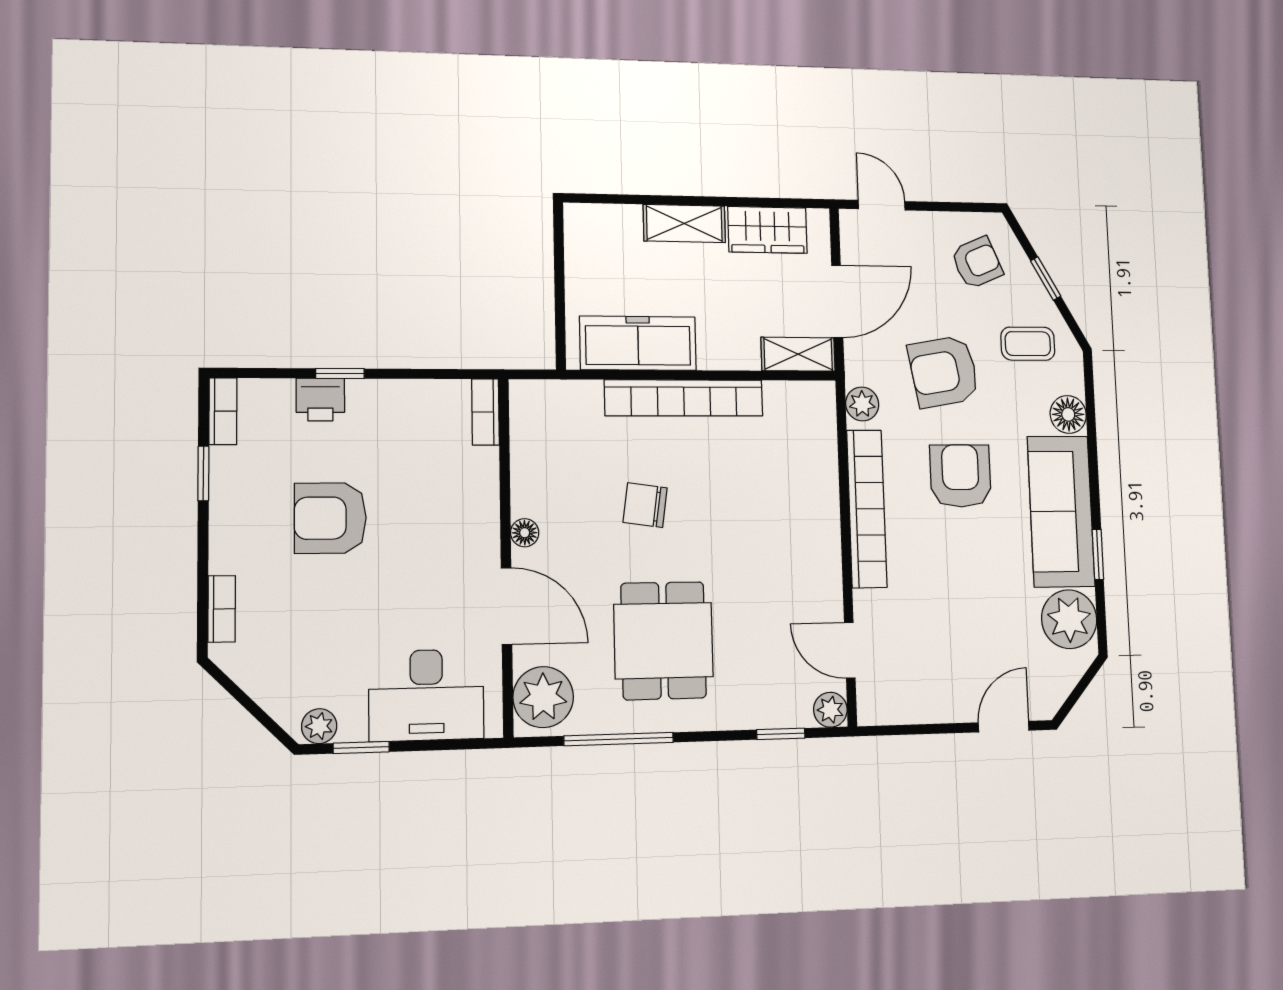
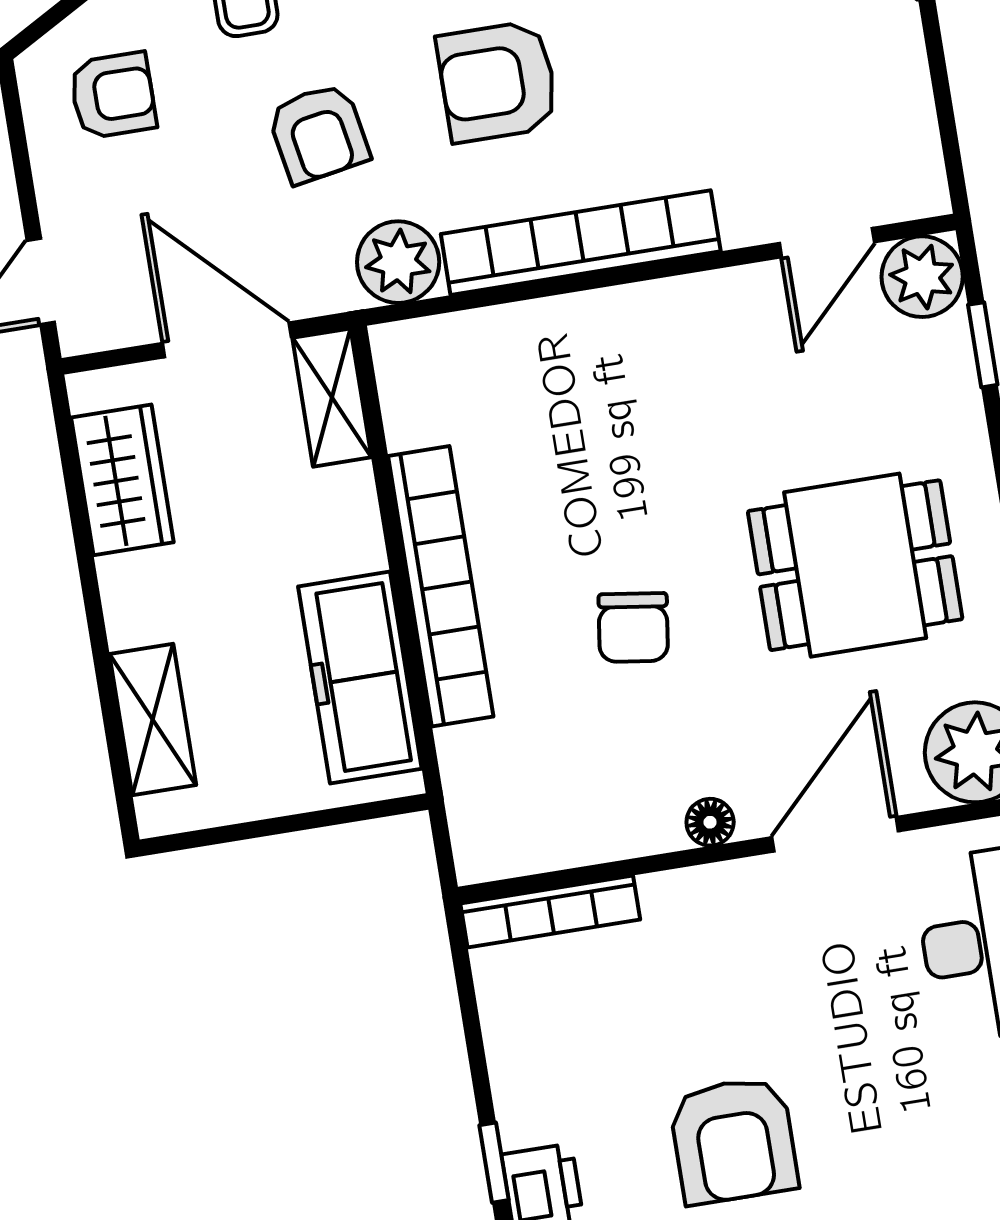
shelving: (684, 223) -> (153, 720), moved
armchair: (977, 263) -> (113, 95), turned 113
armchair: (944, 372) -> (319, 133), width x0.72, depth x0.72
plant: (862, 404) -> (398, 262), width x1.38, depth x1.38
bookcase: (485, 412) -> (550, 911), width x1.56
plant: (830, 710) -> (922, 277), width x1.38, depth x1.38

